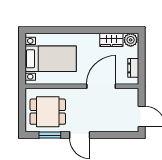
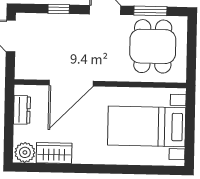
dining table: (48, 112) -> (153, 46), turned 90
window: (110, 135) -> (59, 9), added

